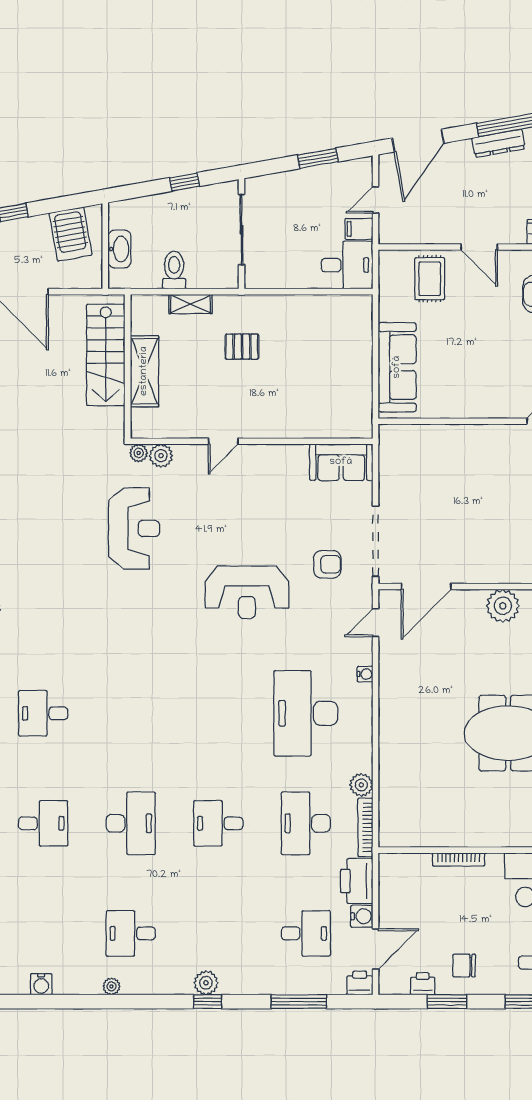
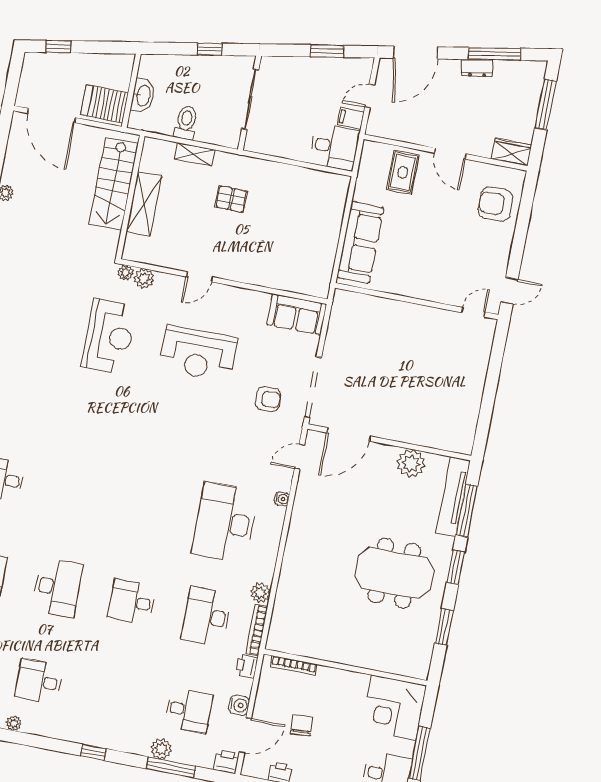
dresser: (499, 143) -> (477, 68), width x0.70
server rack: (71, 234) -> (105, 104), moved, turned 100
reception desk: (247, 592) -> (198, 354), moved
bookcase: (459, 860) -> (294, 665), moved
printer: (357, 881) -> (247, 666), width x0.53, depth x0.68
chair: (464, 966) -> (301, 725), moved, turned 86
plant: (206, 983) -> (161, 749), moved

